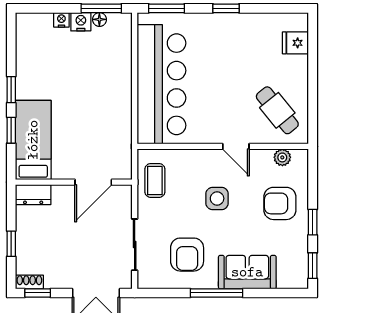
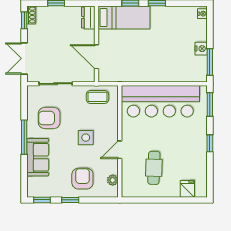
floor lamp: (99, 19) -> (203, 61), removed
nightstand: (61, 20) -> (202, 14), moved
cafe table: (277, 110) -> (154, 168), moved, turned -49

